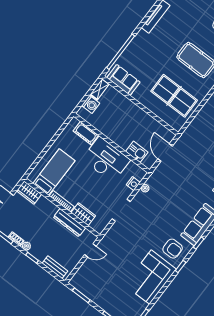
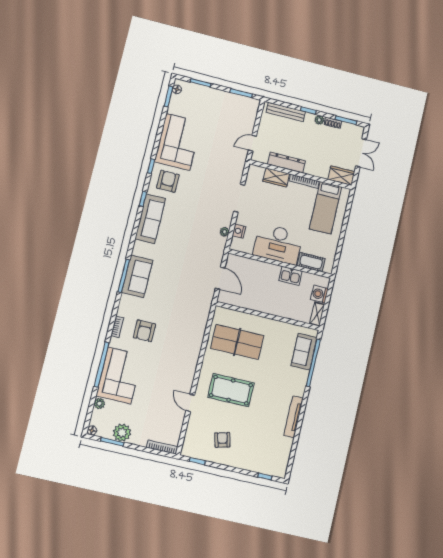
sofa: (123, 80) -> (304, 352), moved, turned 90
kitchen sink: (137, 152) -> (290, 276), moved
armchair: (173, 249) -> (168, 181), turned 90
bench: (55, 267) -> (286, 112), width x1.36

